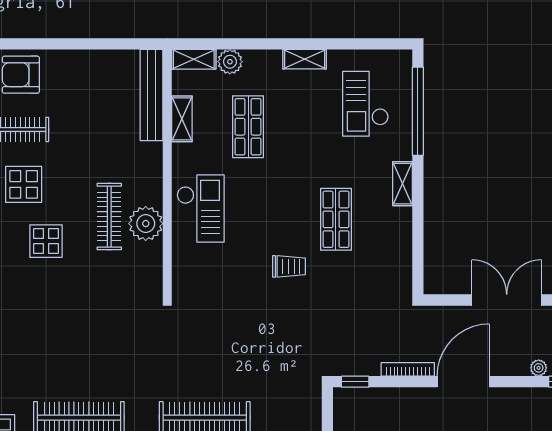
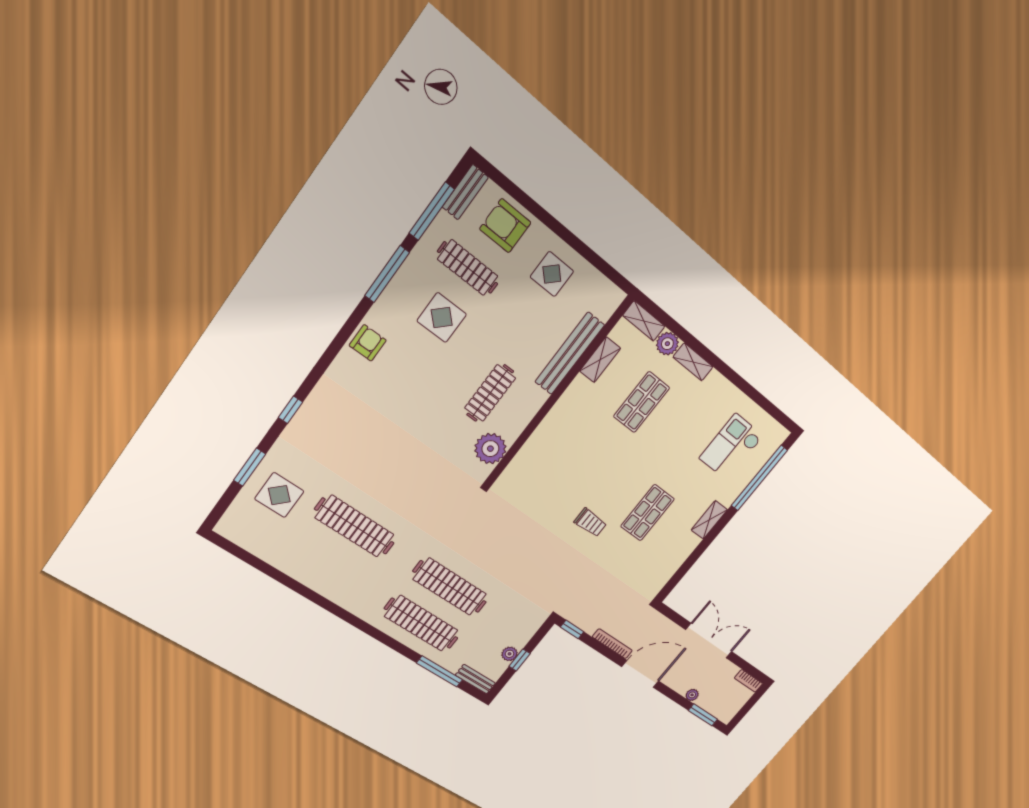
shelving: (305, 59) -> (693, 362), moved
bench: (151, 95) -> (570, 353), moved
checkout: (201, 209) -> (562, 437), removed
plant: (146, 224) -> (490, 449), moved
display table: (46, 241) -> (552, 274), moved

